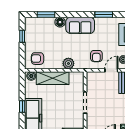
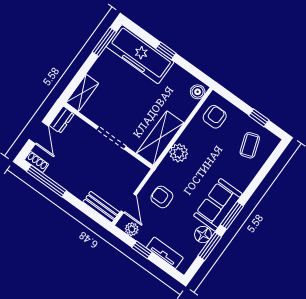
window: (46, 15) -> (232, 215), moved
floor lamp: (60, 22) -> (203, 235), moved
coffee table: (39, 31) -> (250, 145), added
shelving: (53, 78) -> (160, 138), moved

